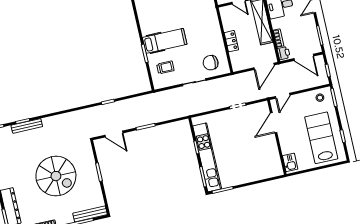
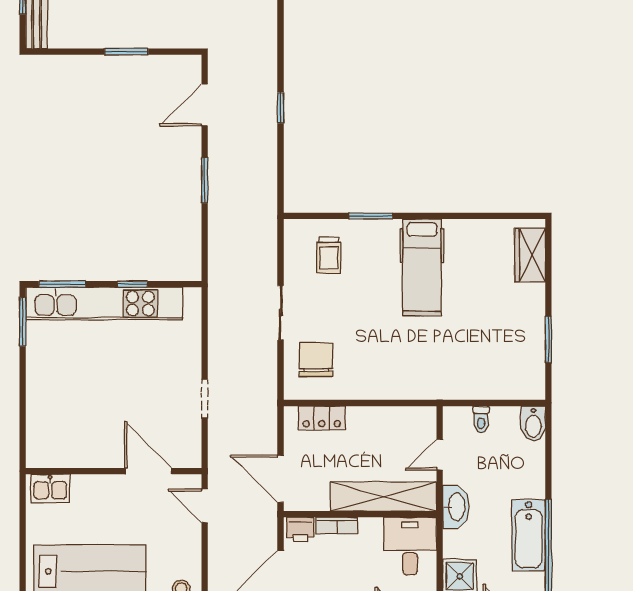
hospital bed: (165, 41) -> (422, 267), moved
locker: (231, 41) -> (322, 418), moved

